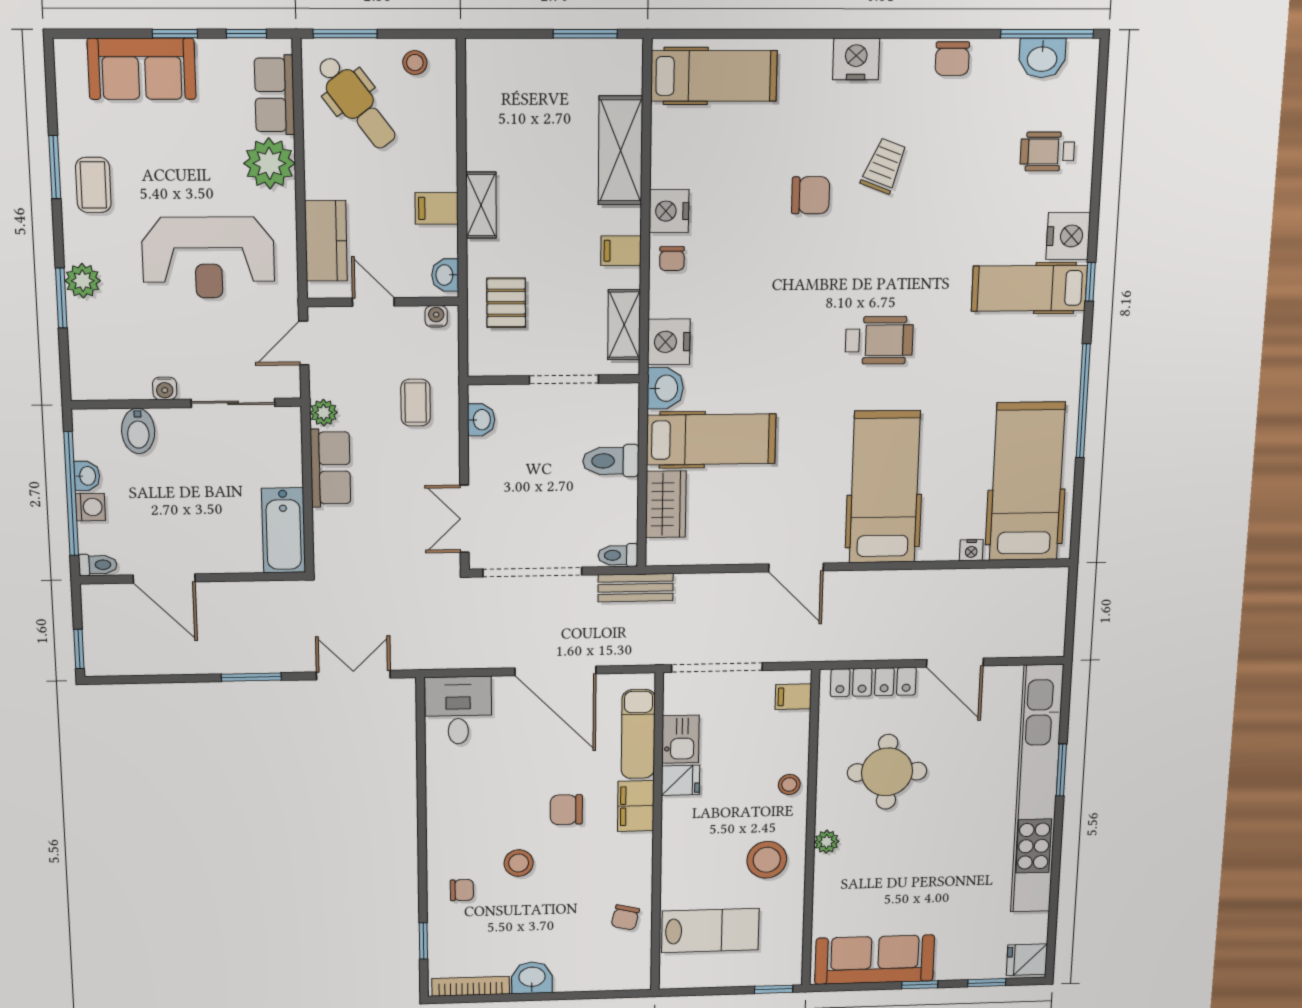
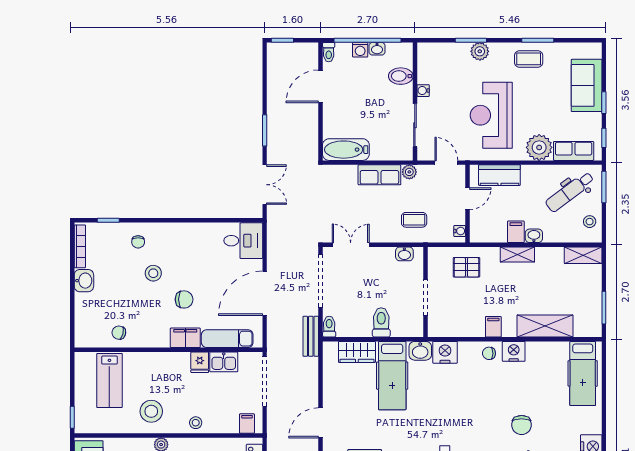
washbasin: (445, 275) -> (534, 236), moved
shelving: (624, 325) -> (583, 255), moved
chair: (566, 810) -> (184, 299), turned 90

